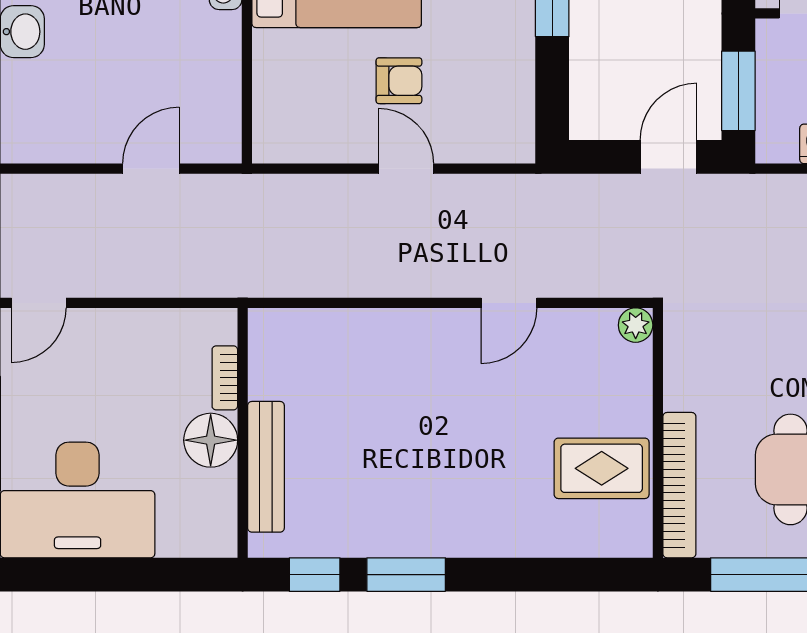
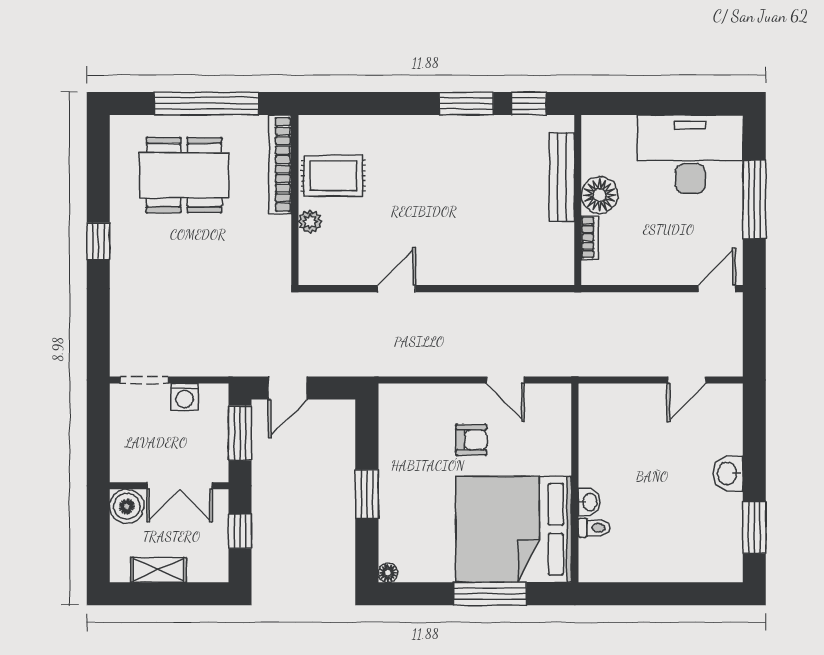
armchair: (399, 81) -> (471, 440), turned 180
door: (151, 169) -> (687, 380), moved
door: (406, 169) -> (505, 380), moved
plant: (636, 325) -> (310, 222), moved

